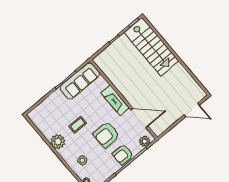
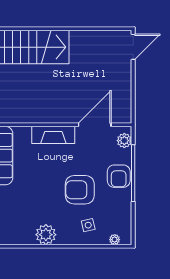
door: (192, 110) -> (133, 47), moved
coffee table: (78, 125) -> (45, 198), removed
armchair: (106, 135) -> (80, 190), moved, turned 90

